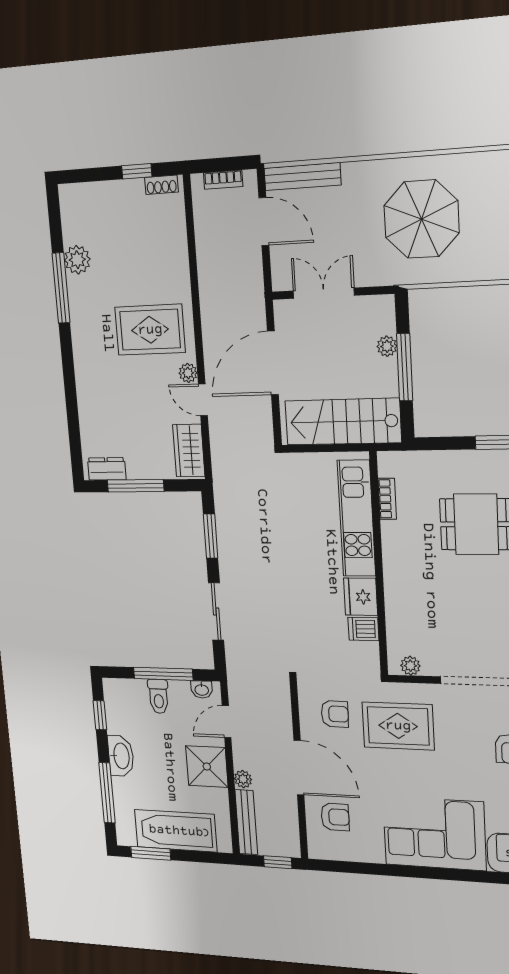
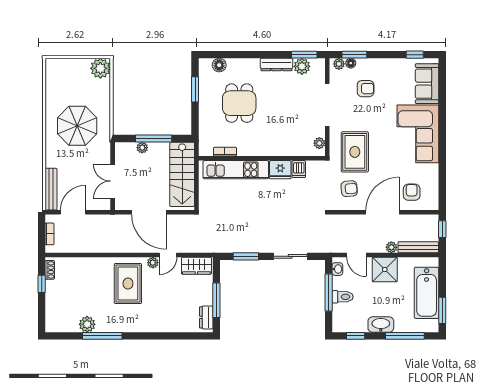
armchair: (335, 714) -> (349, 189), turned 84

